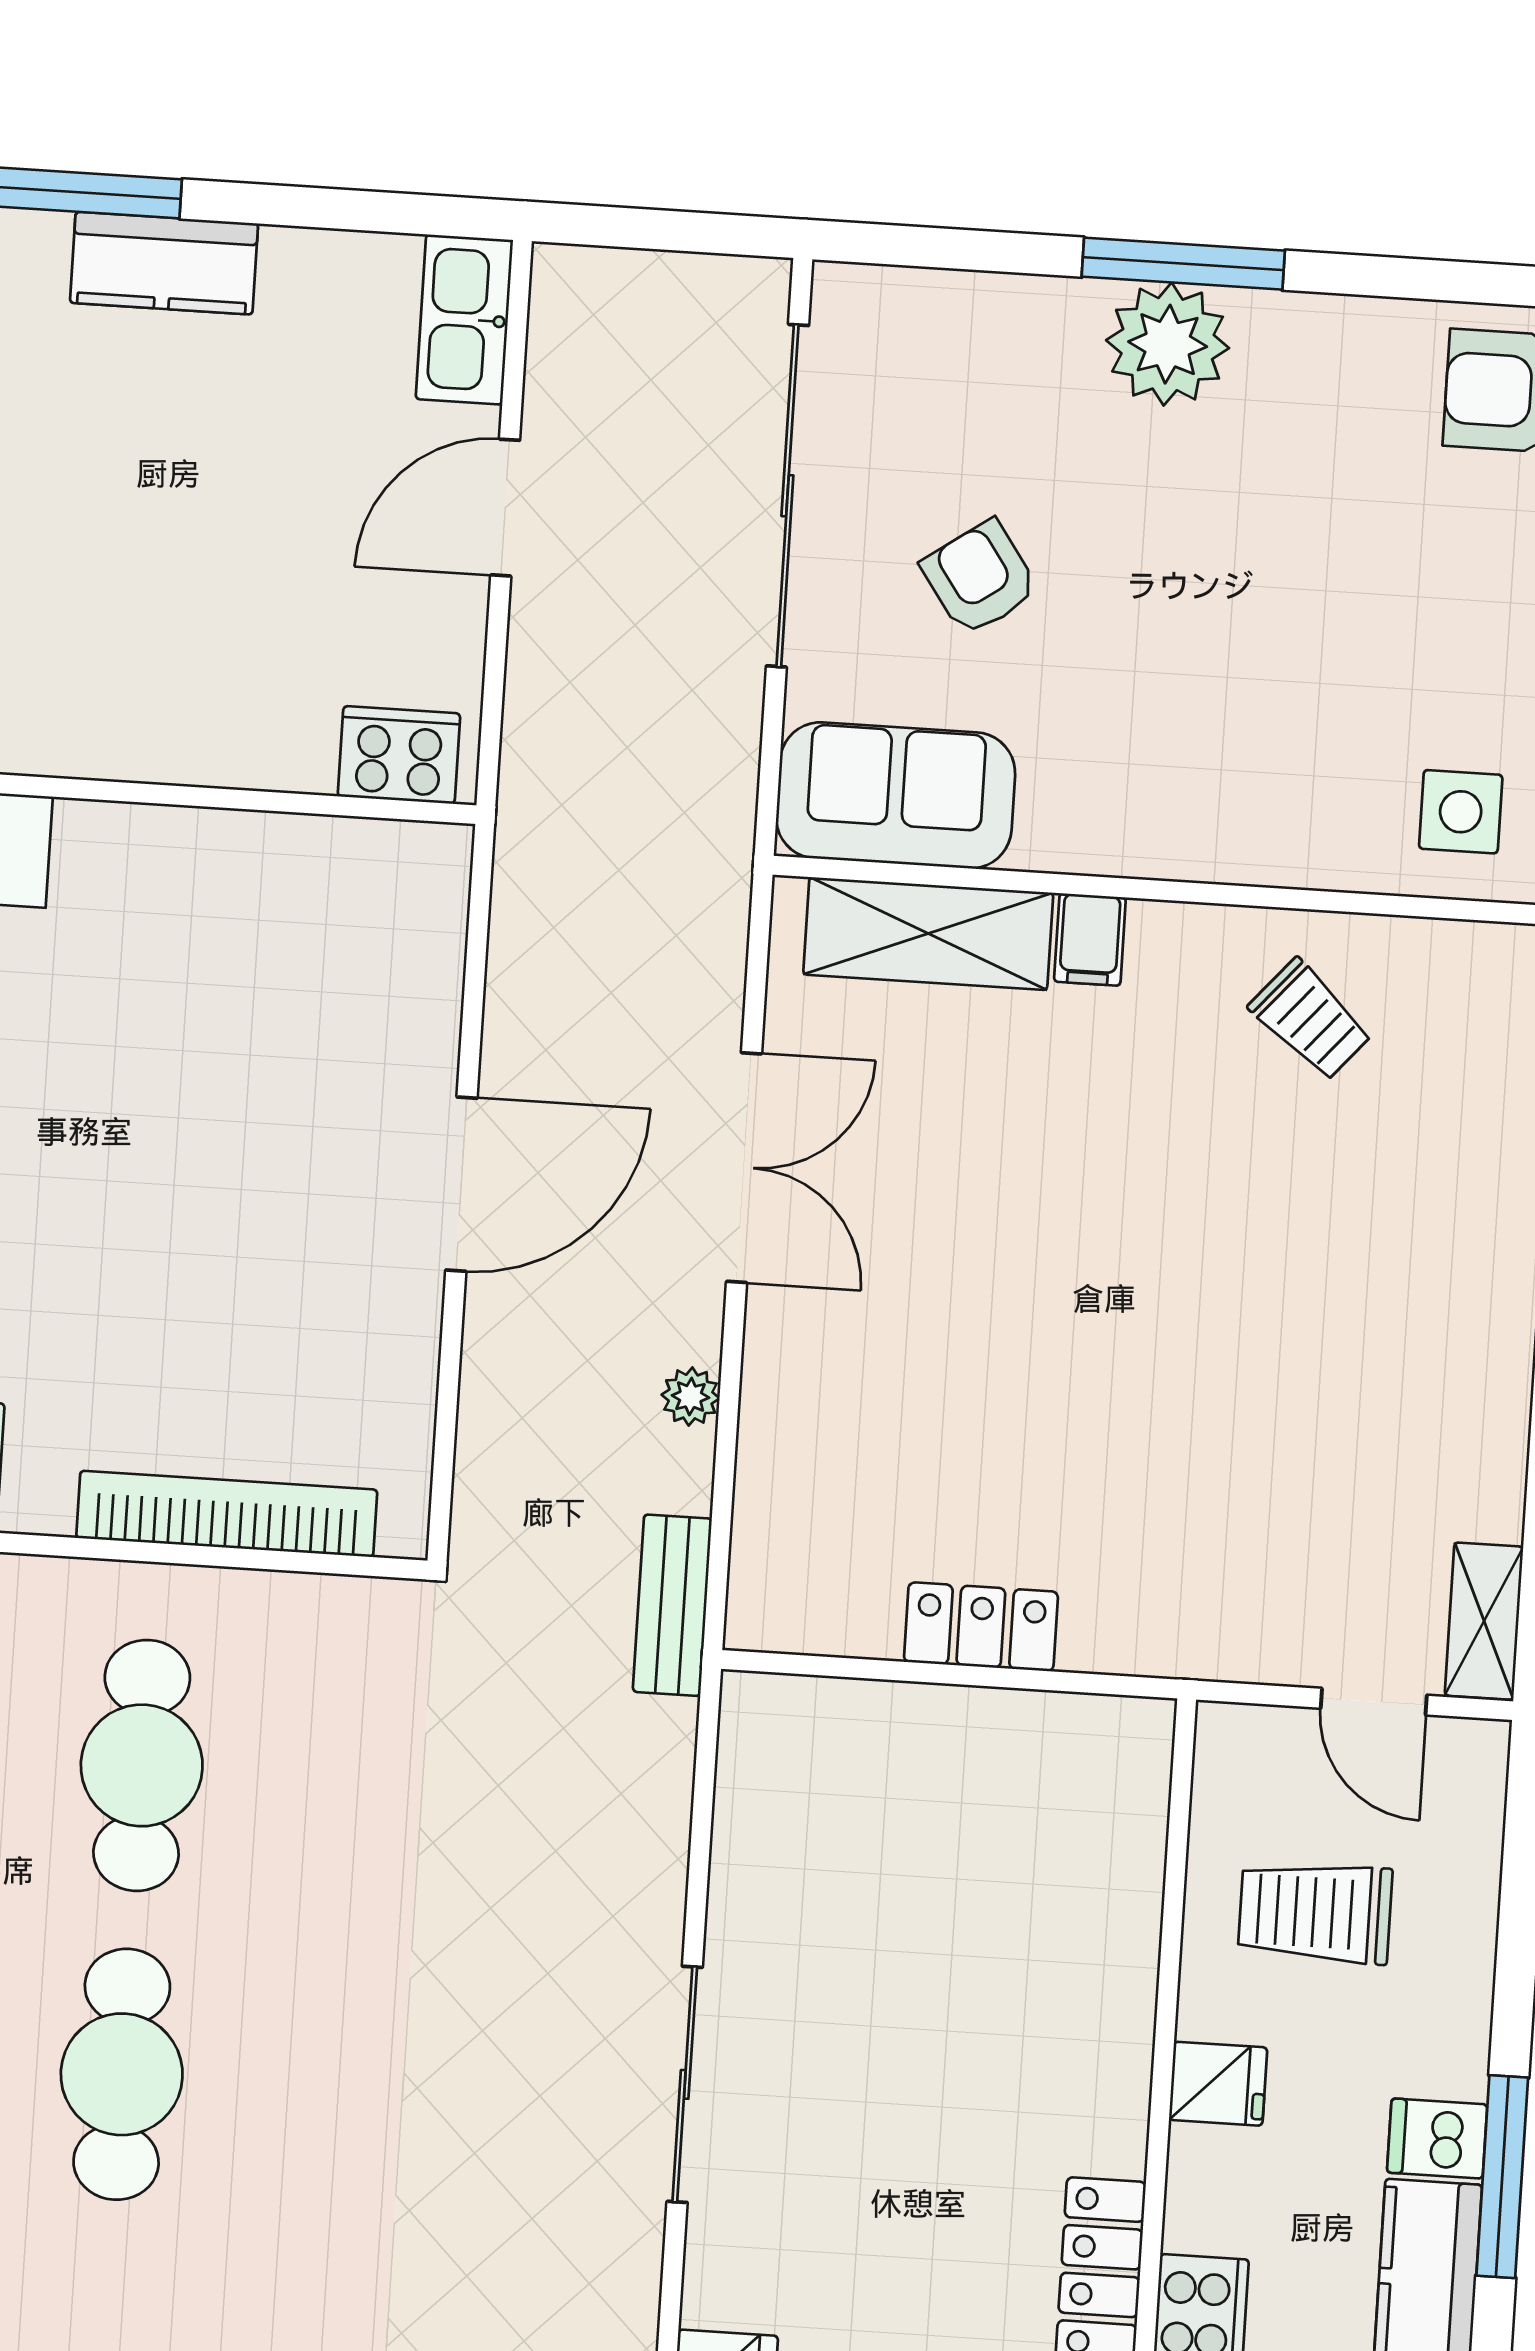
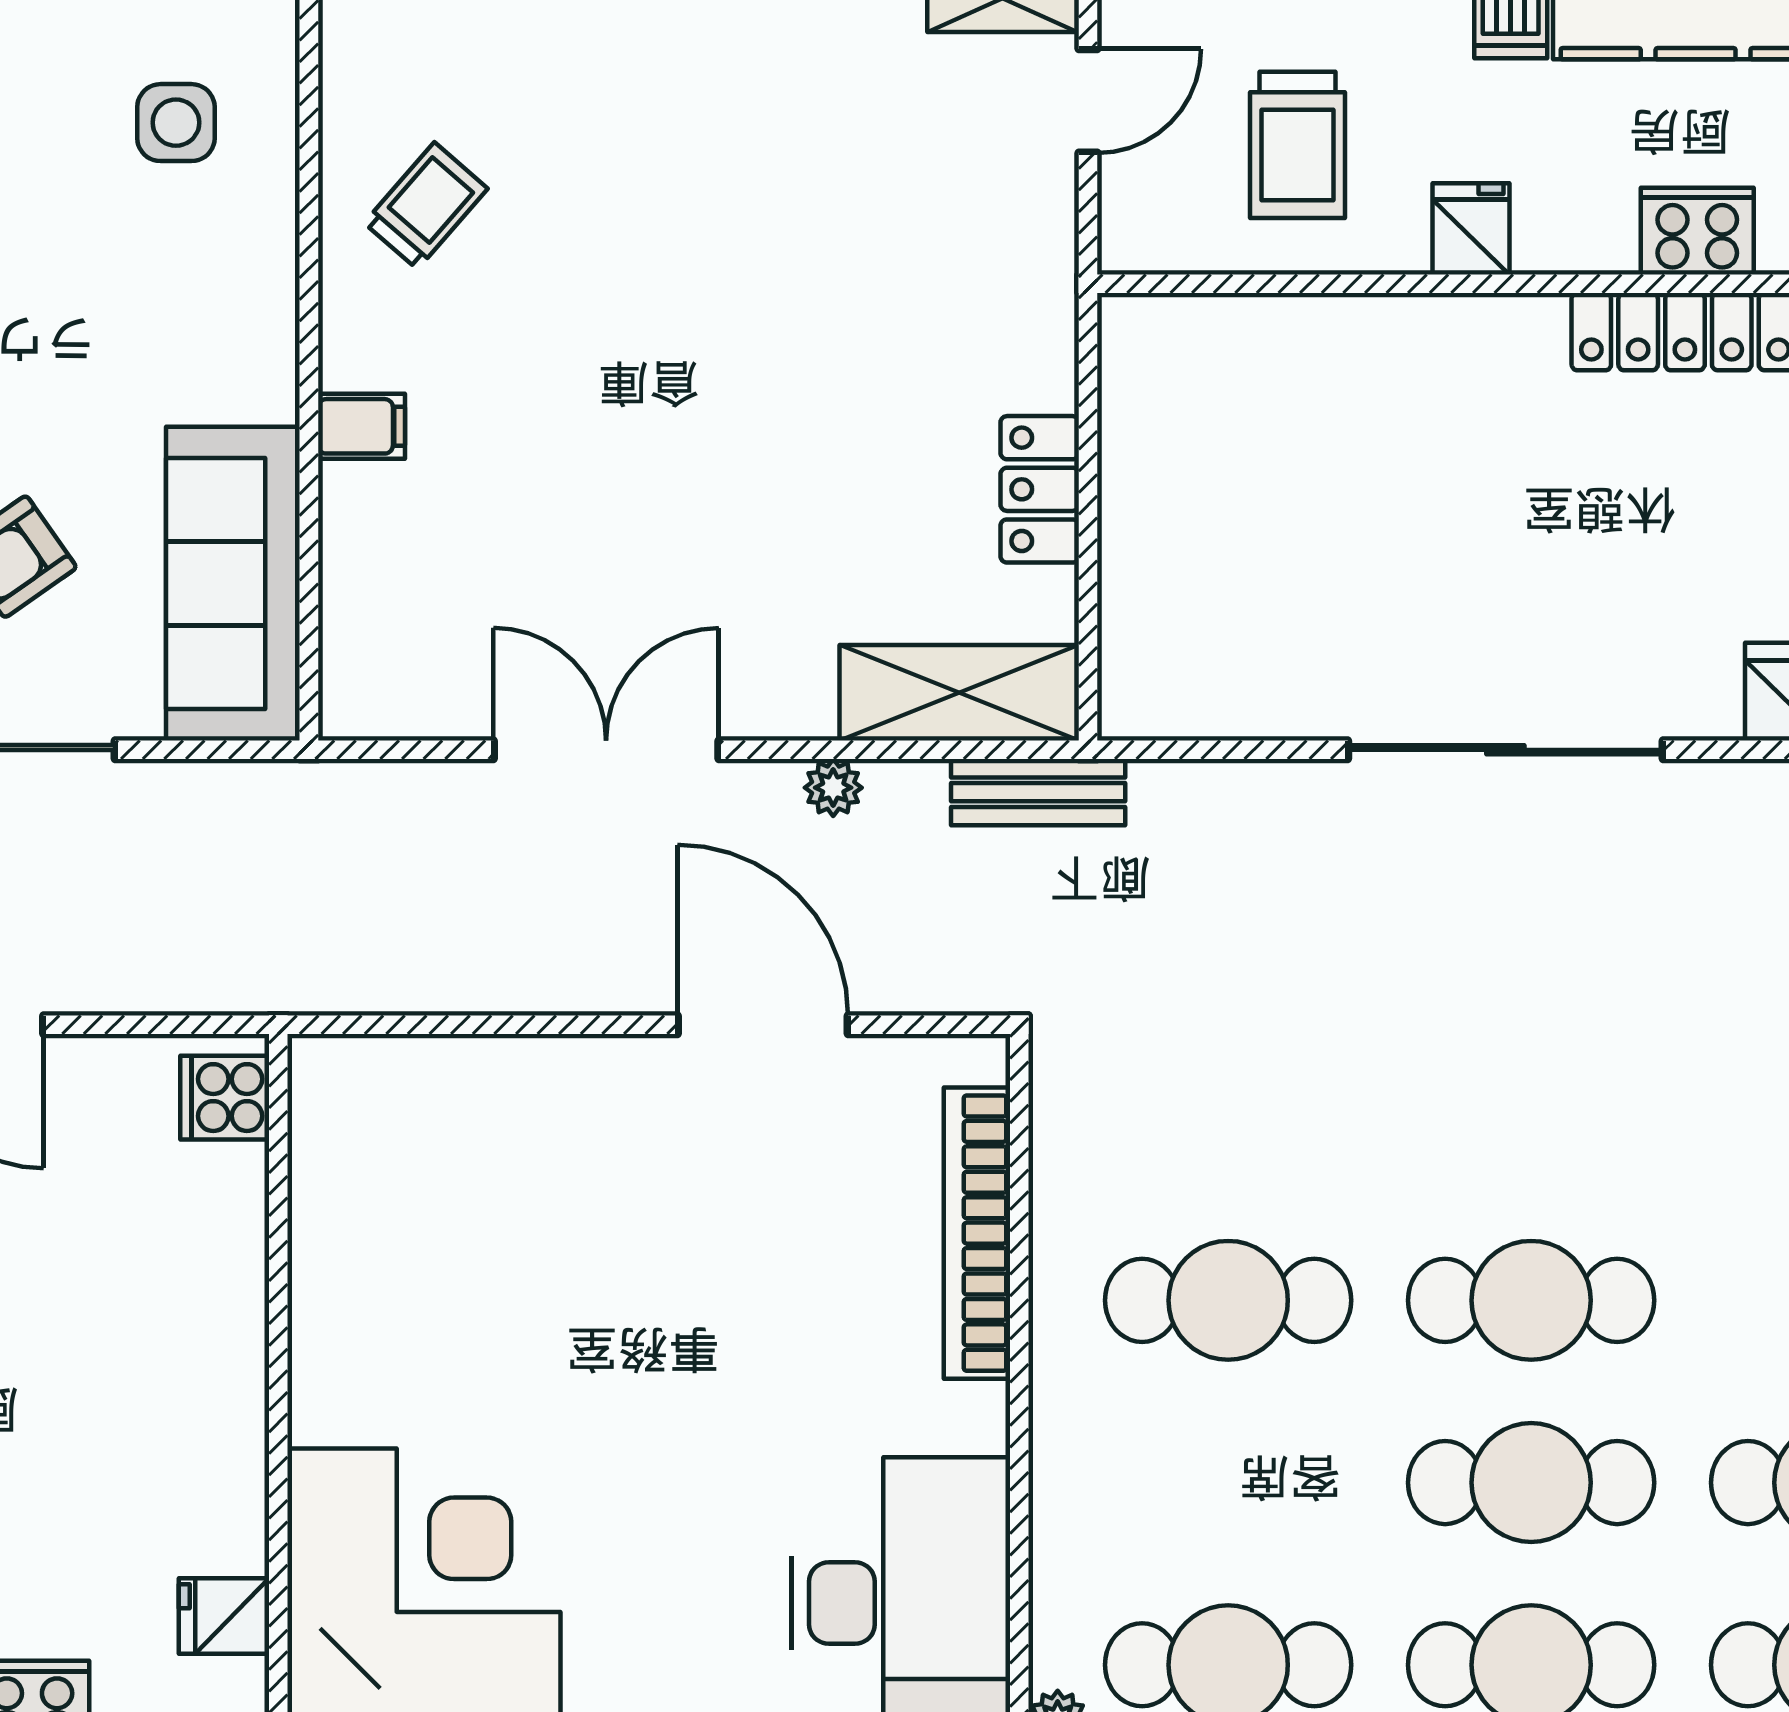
cooker: (399, 755) -> (225, 1098), width x0.73
sofa: (896, 795) -> (233, 584), width x1.36
side table: (1461, 812) -> (176, 123), moved
shelving: (928, 934) -> (959, 693), moved, turned 90
door: (461, 1184) -> (763, 1025), moved
sliding door: (685, 2084) -> (1505, 750), width x1.36

